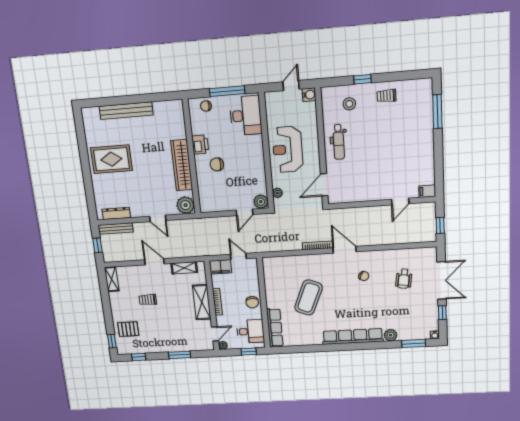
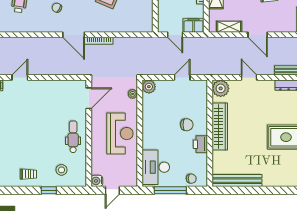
bench: (126, 111) -> (237, 181), moved
door: (245, 212) -> (182, 78), moved

